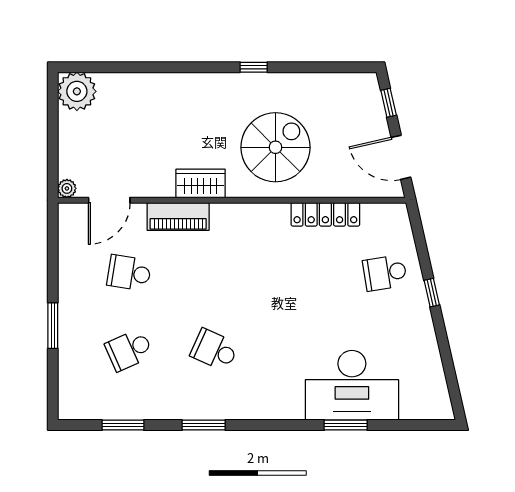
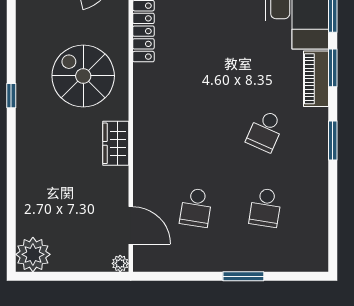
piano: (178, 216) -> (316, 79), moved, turned 180
school desk: (129, 350) -> (265, 208), turned 33
window: (123, 425) -> (333, 68), moved

